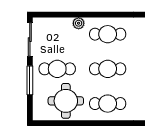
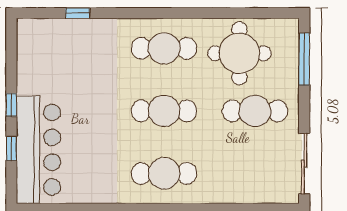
plant: (79, 23) -> (216, 193), removed
window: (30, 80) -> (304, 59), moved

